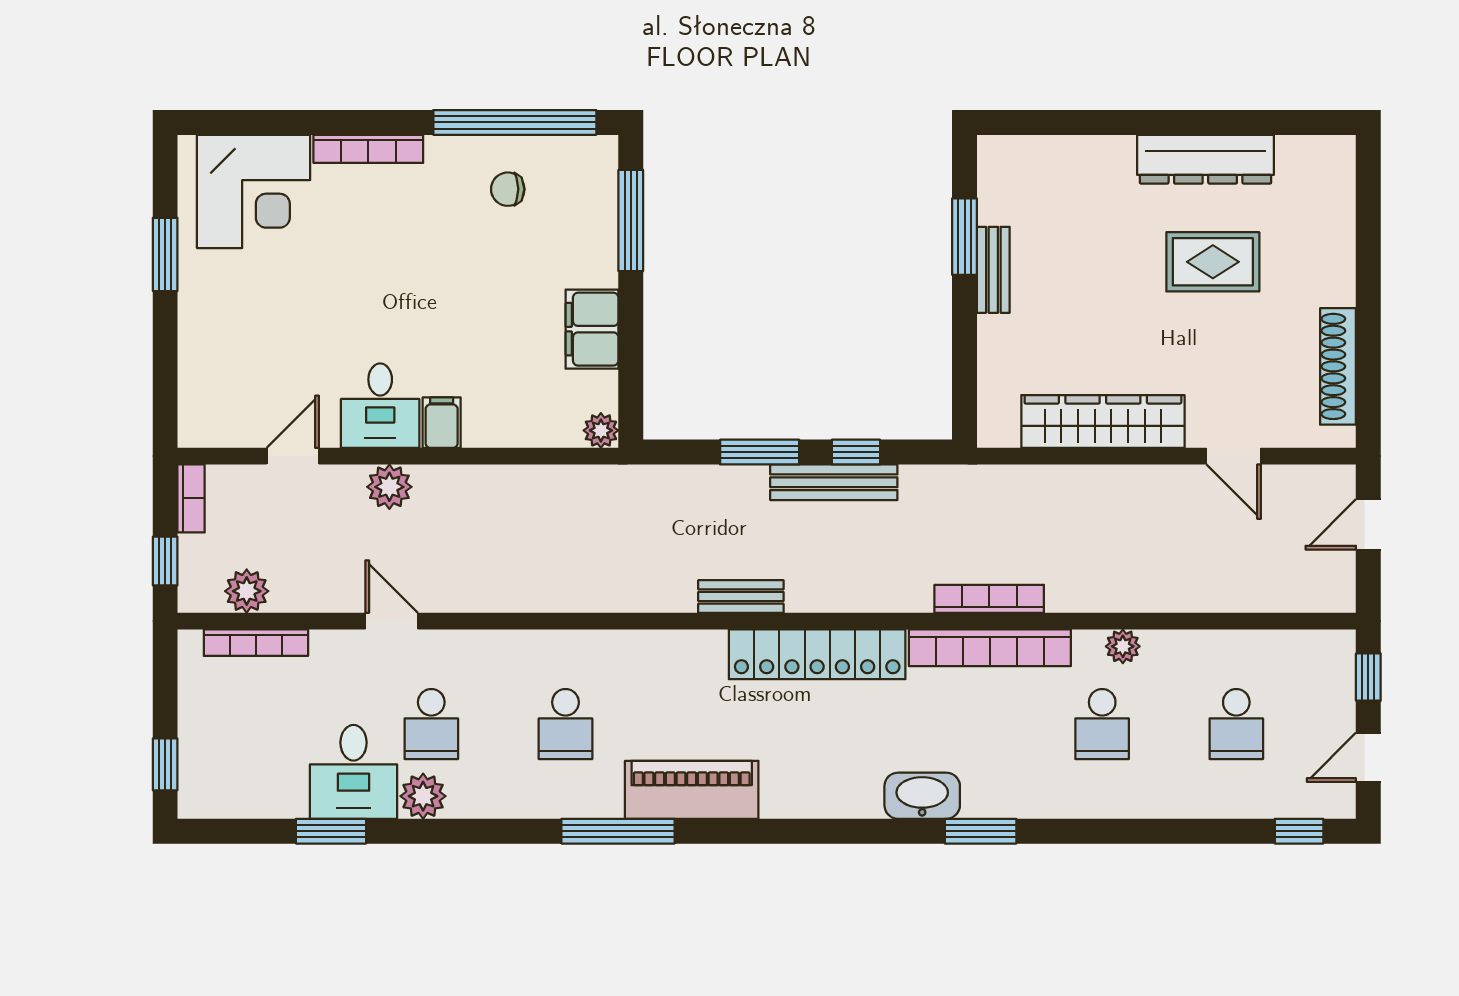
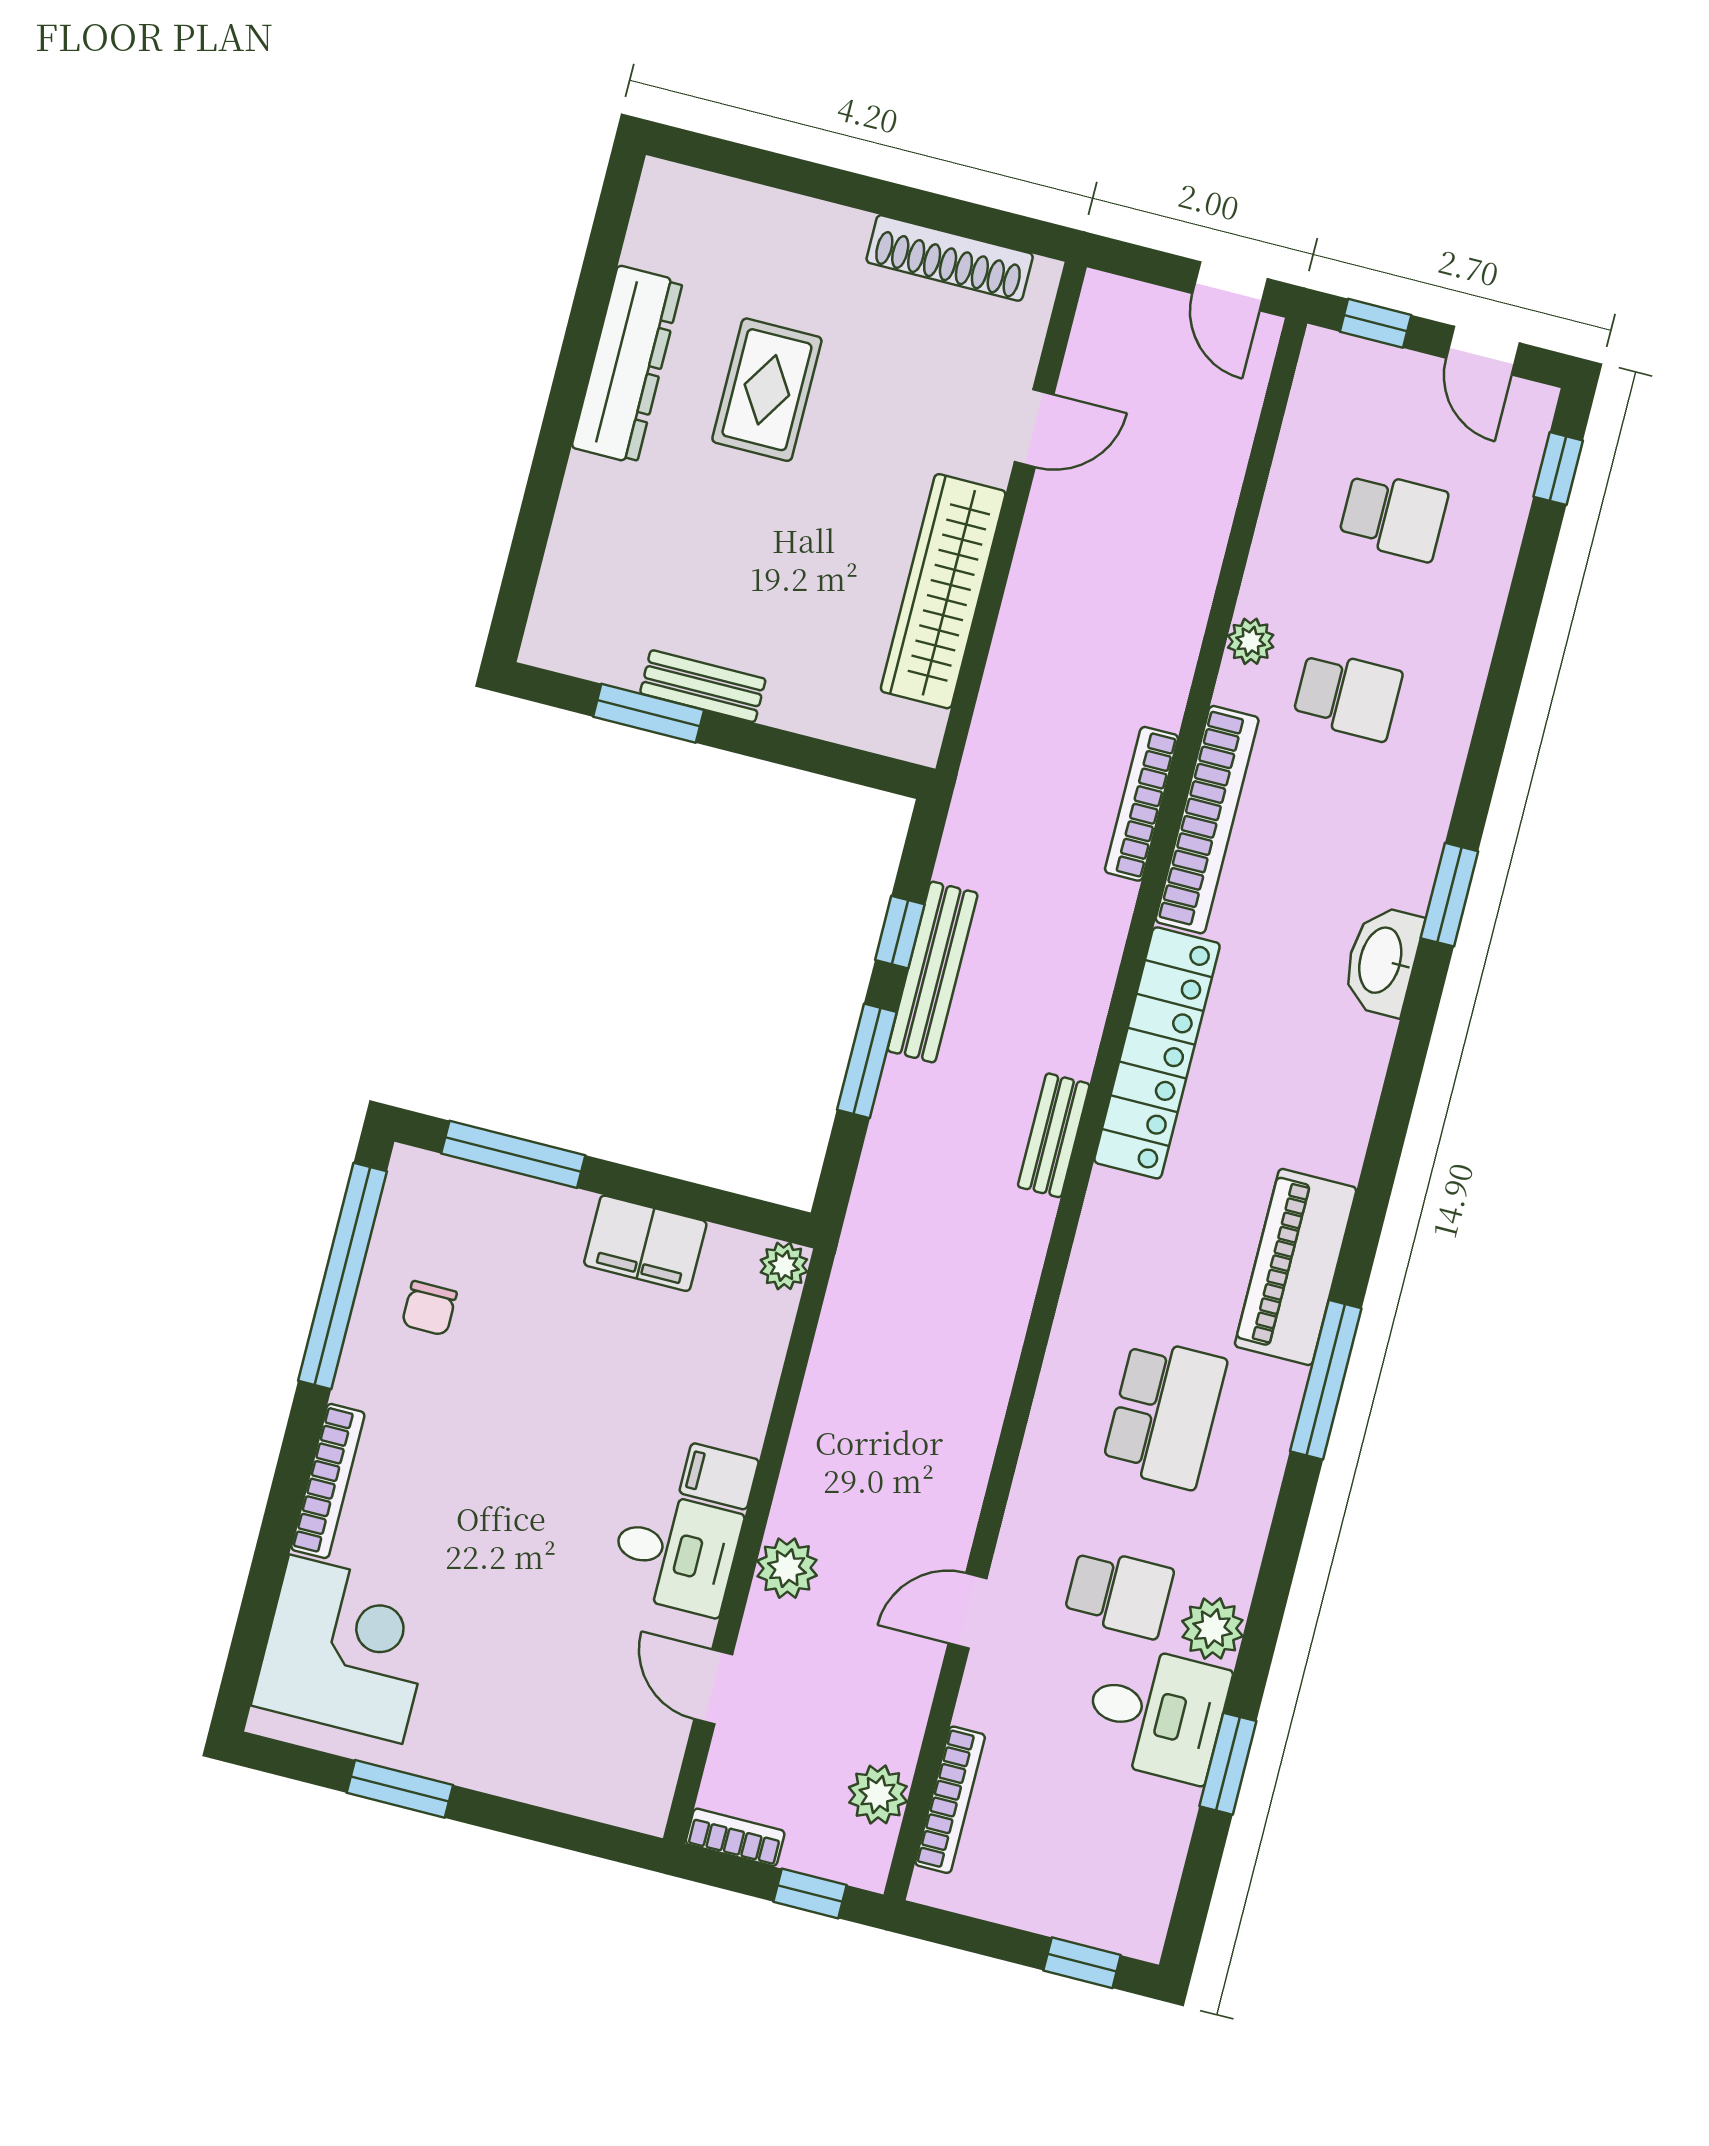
door: (1368, 524) -> (1230, 286), moved
school desk: (565, 724) -> (1165, 1413), width x1.85

